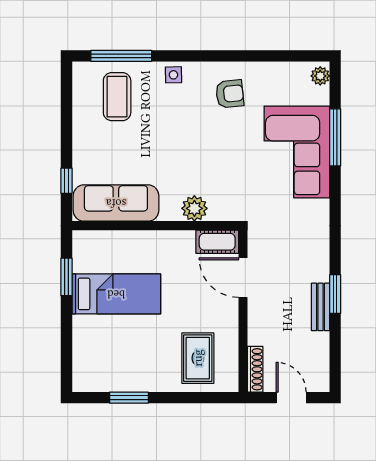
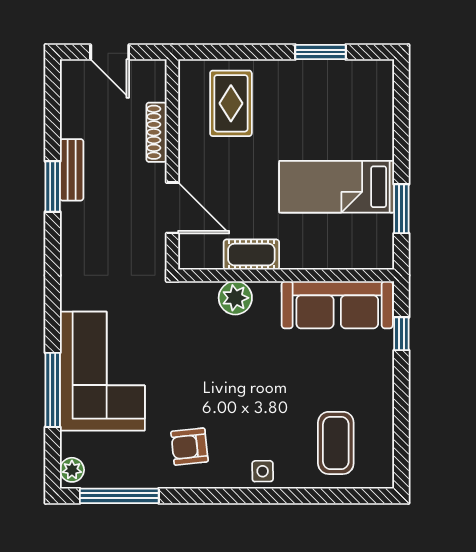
window: (121, 56) -> (119, 496), moved
cot: (217, 242) -> (251, 255), moved
shoe rack: (255, 369) -> (156, 132), moved

